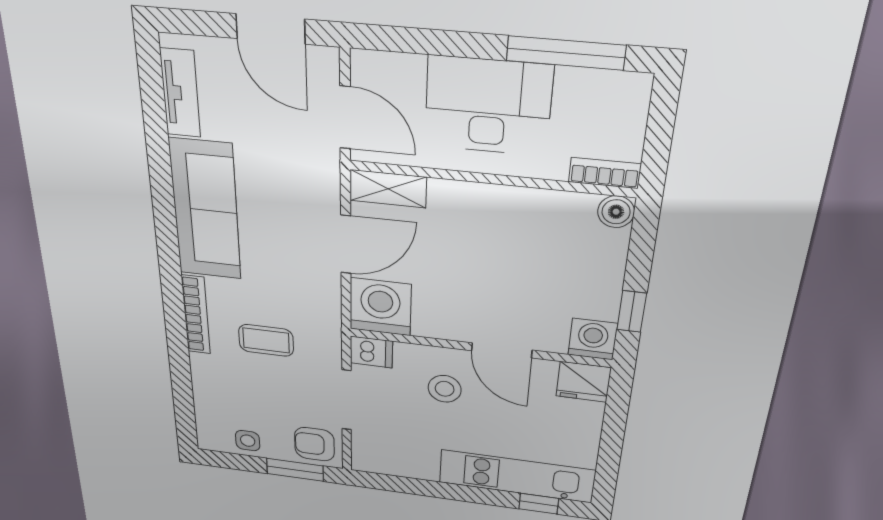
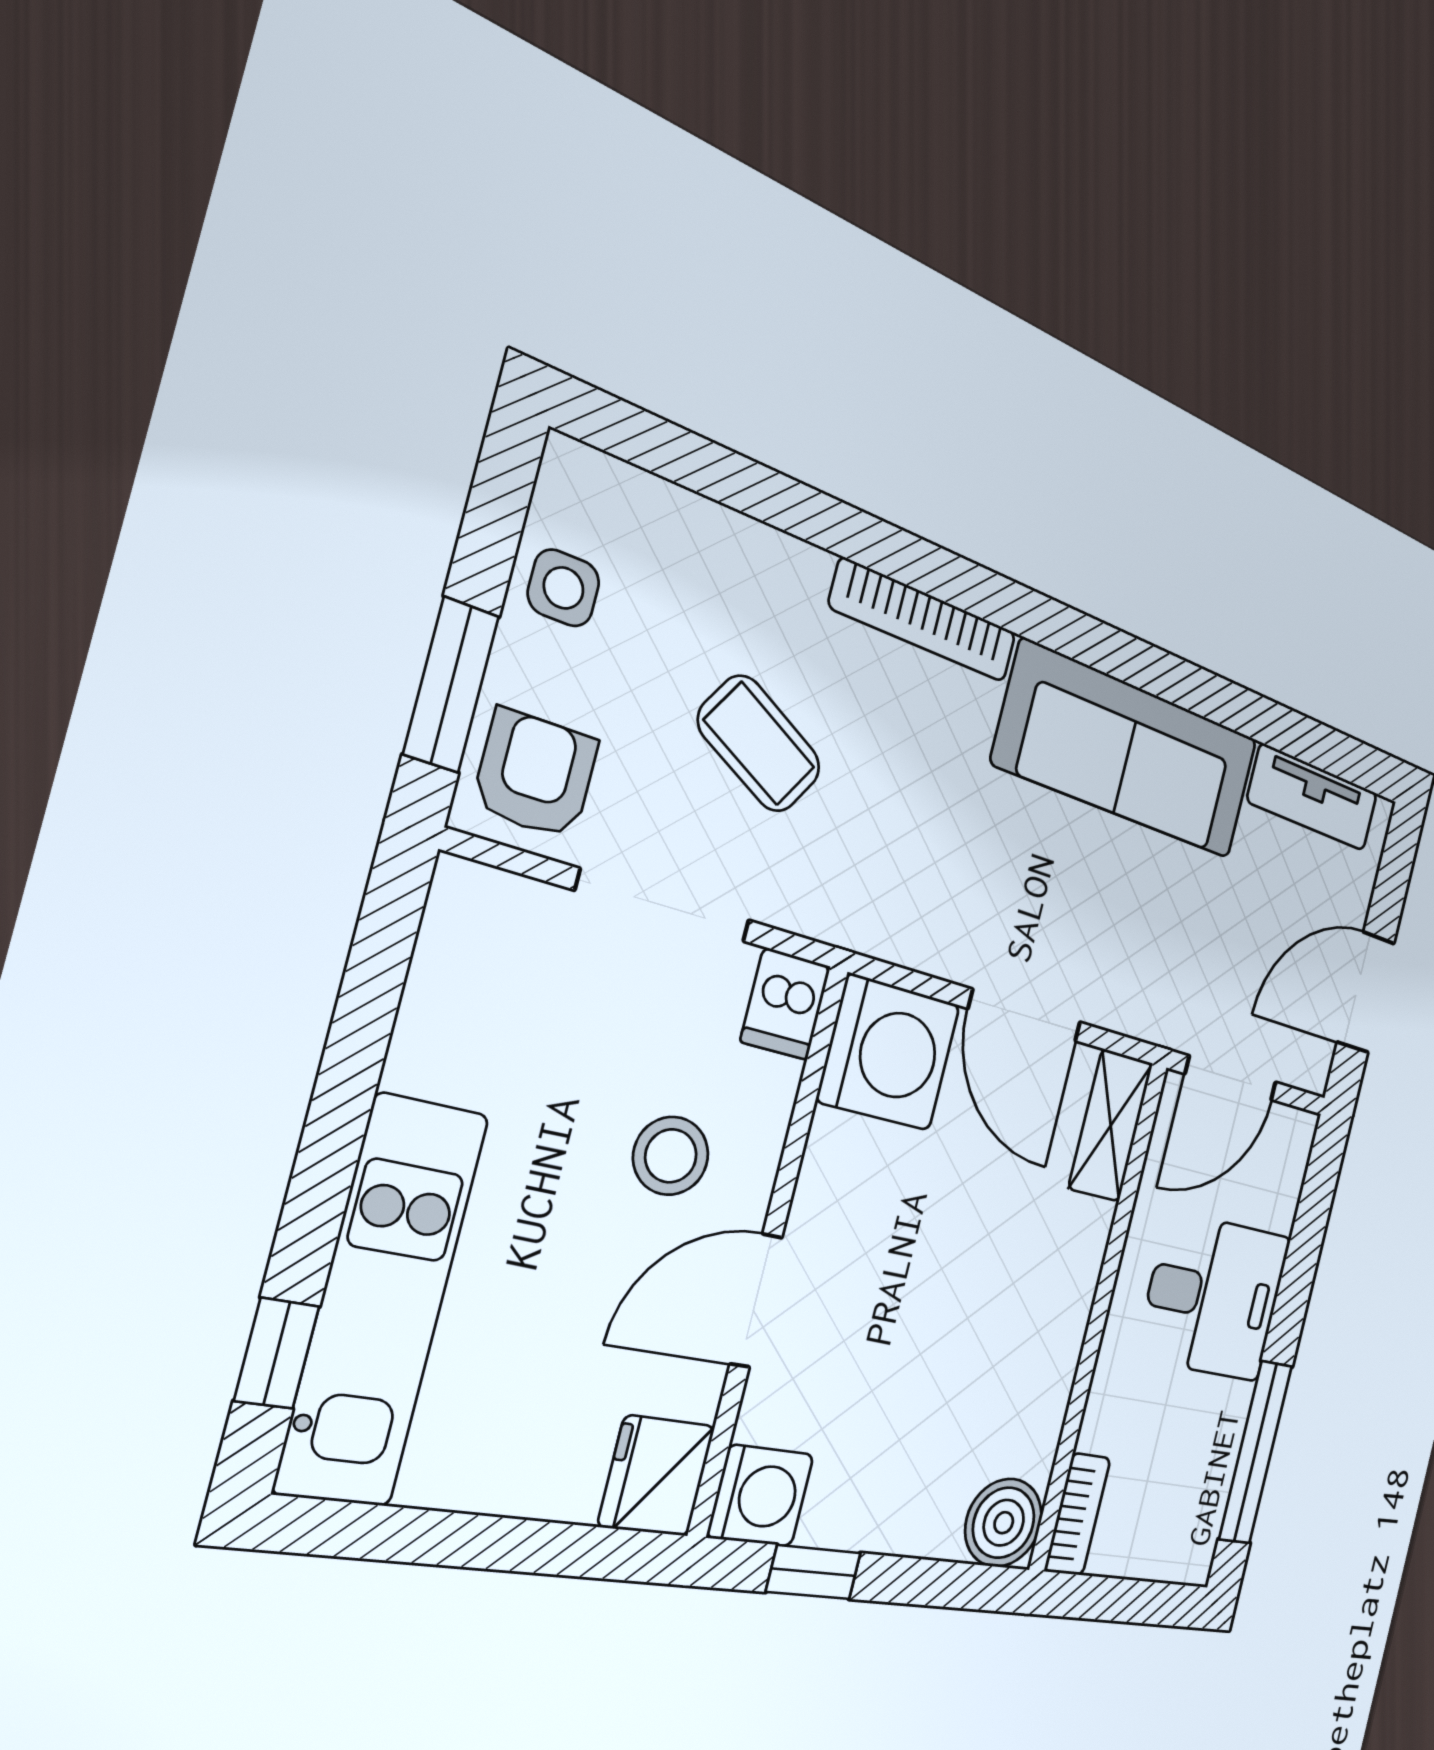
desk: (488, 106) -> (1214, 1297), width x0.73
boiler: (616, 212) -> (1004, 1523), width x1.36, depth x1.36
coffee table: (266, 340) -> (759, 744), moved, turned -60

